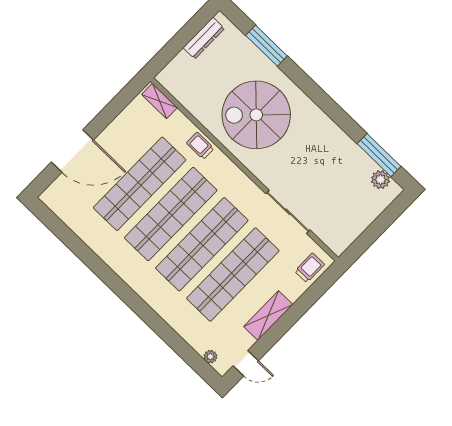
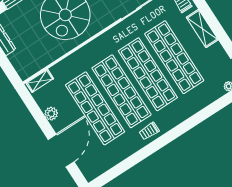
plant: (119, 126) -> (51, 114), added
trolley: (200, 146) -> (149, 131), moved
shelving: (268, 316) -> (202, 29), moved

